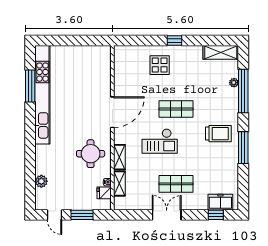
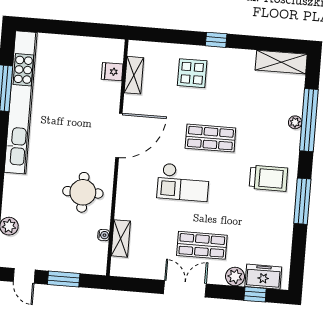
plant: (234, 83) -> (295, 122), moved
shelving: (119, 157) -> (134, 75), moved
fridge: (104, 193) -> (112, 72), moved
plant: (201, 204) -> (235, 276), added

